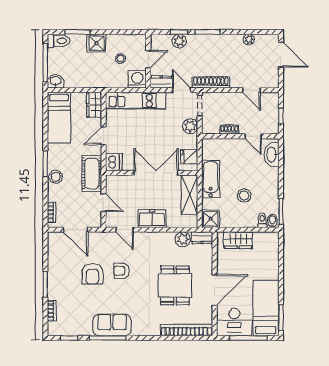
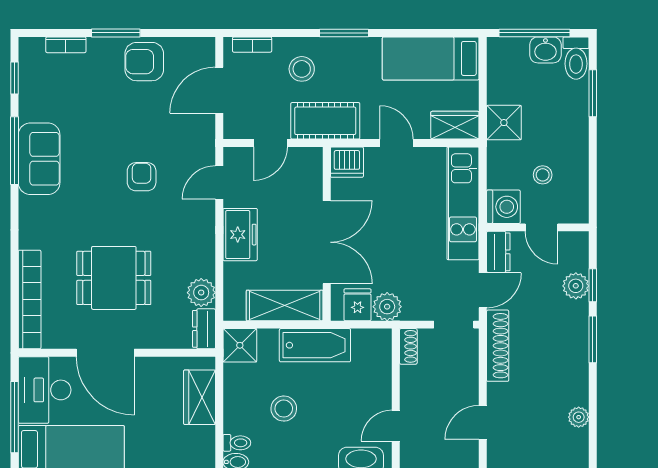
shower: (96, 43) -> (504, 123), moved
washbasin: (56, 81) -> (545, 50), moved, turned 90
plant: (190, 126) -> (387, 307), moved
shoe rack: (229, 130) -> (408, 346), moved
stool: (56, 177) -> (302, 69), moved
armchair: (92, 274) -> (144, 62), moved

